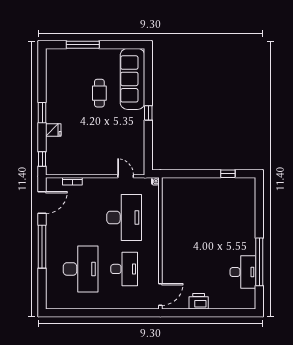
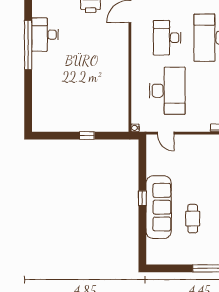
sofa: (133, 79) -> (159, 207), moved
window: (228, 174) -> (87, 136), moved
desk: (124, 218) -> (167, 91), turned 180

